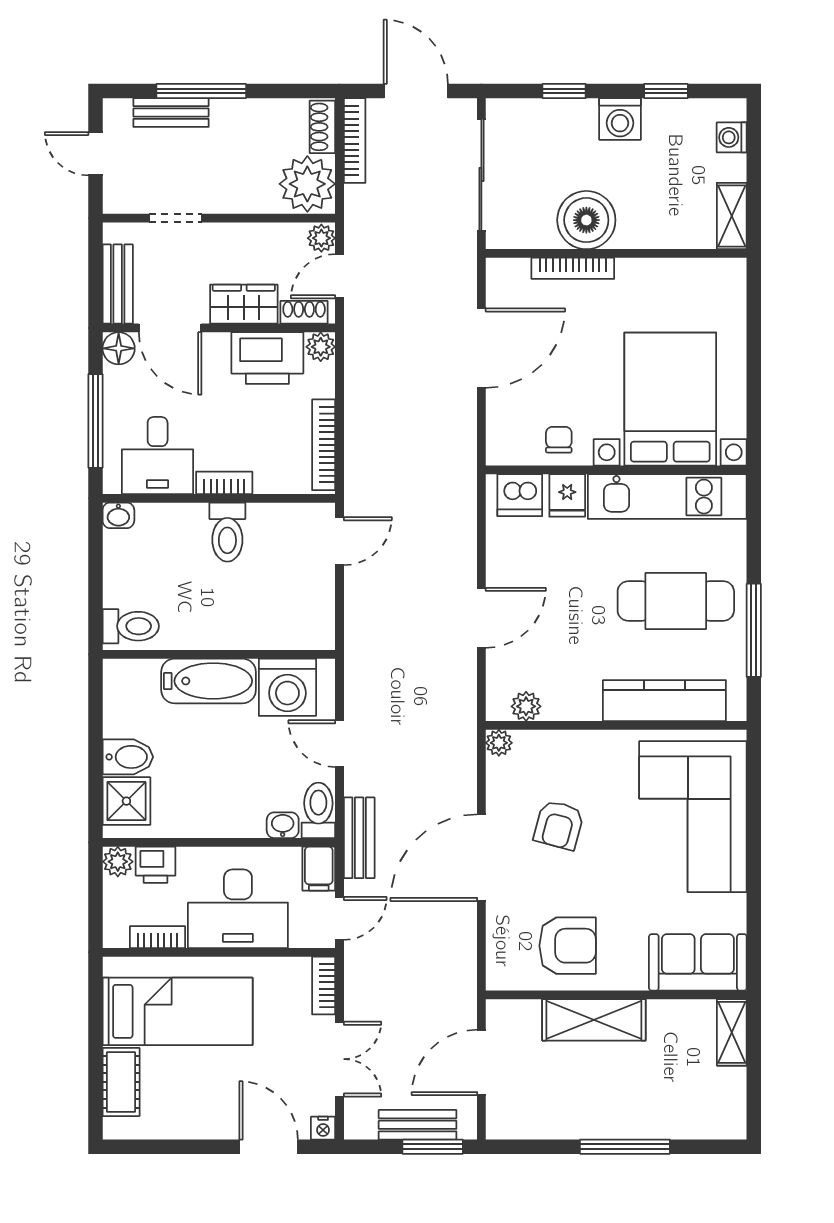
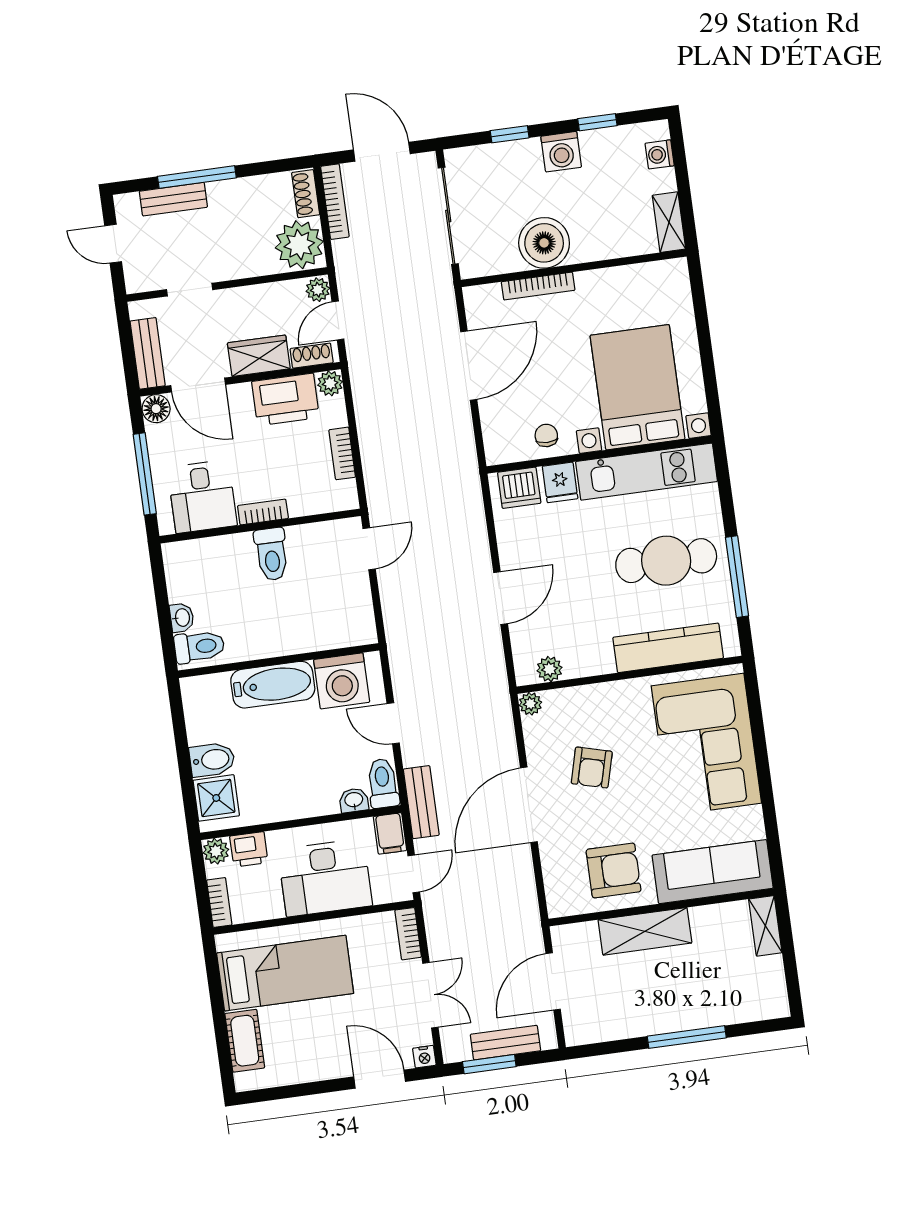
bookcase: (324, 445) -> (342, 453), width x0.64
washbasin: (118, 515) -> (182, 618), moved, turned -90
bookcase: (158, 937) -> (219, 902), moved, turned 90
sofa: (698, 962) -> (713, 872), width x1.36
window: (433, 1147) -> (489, 1064), moved

